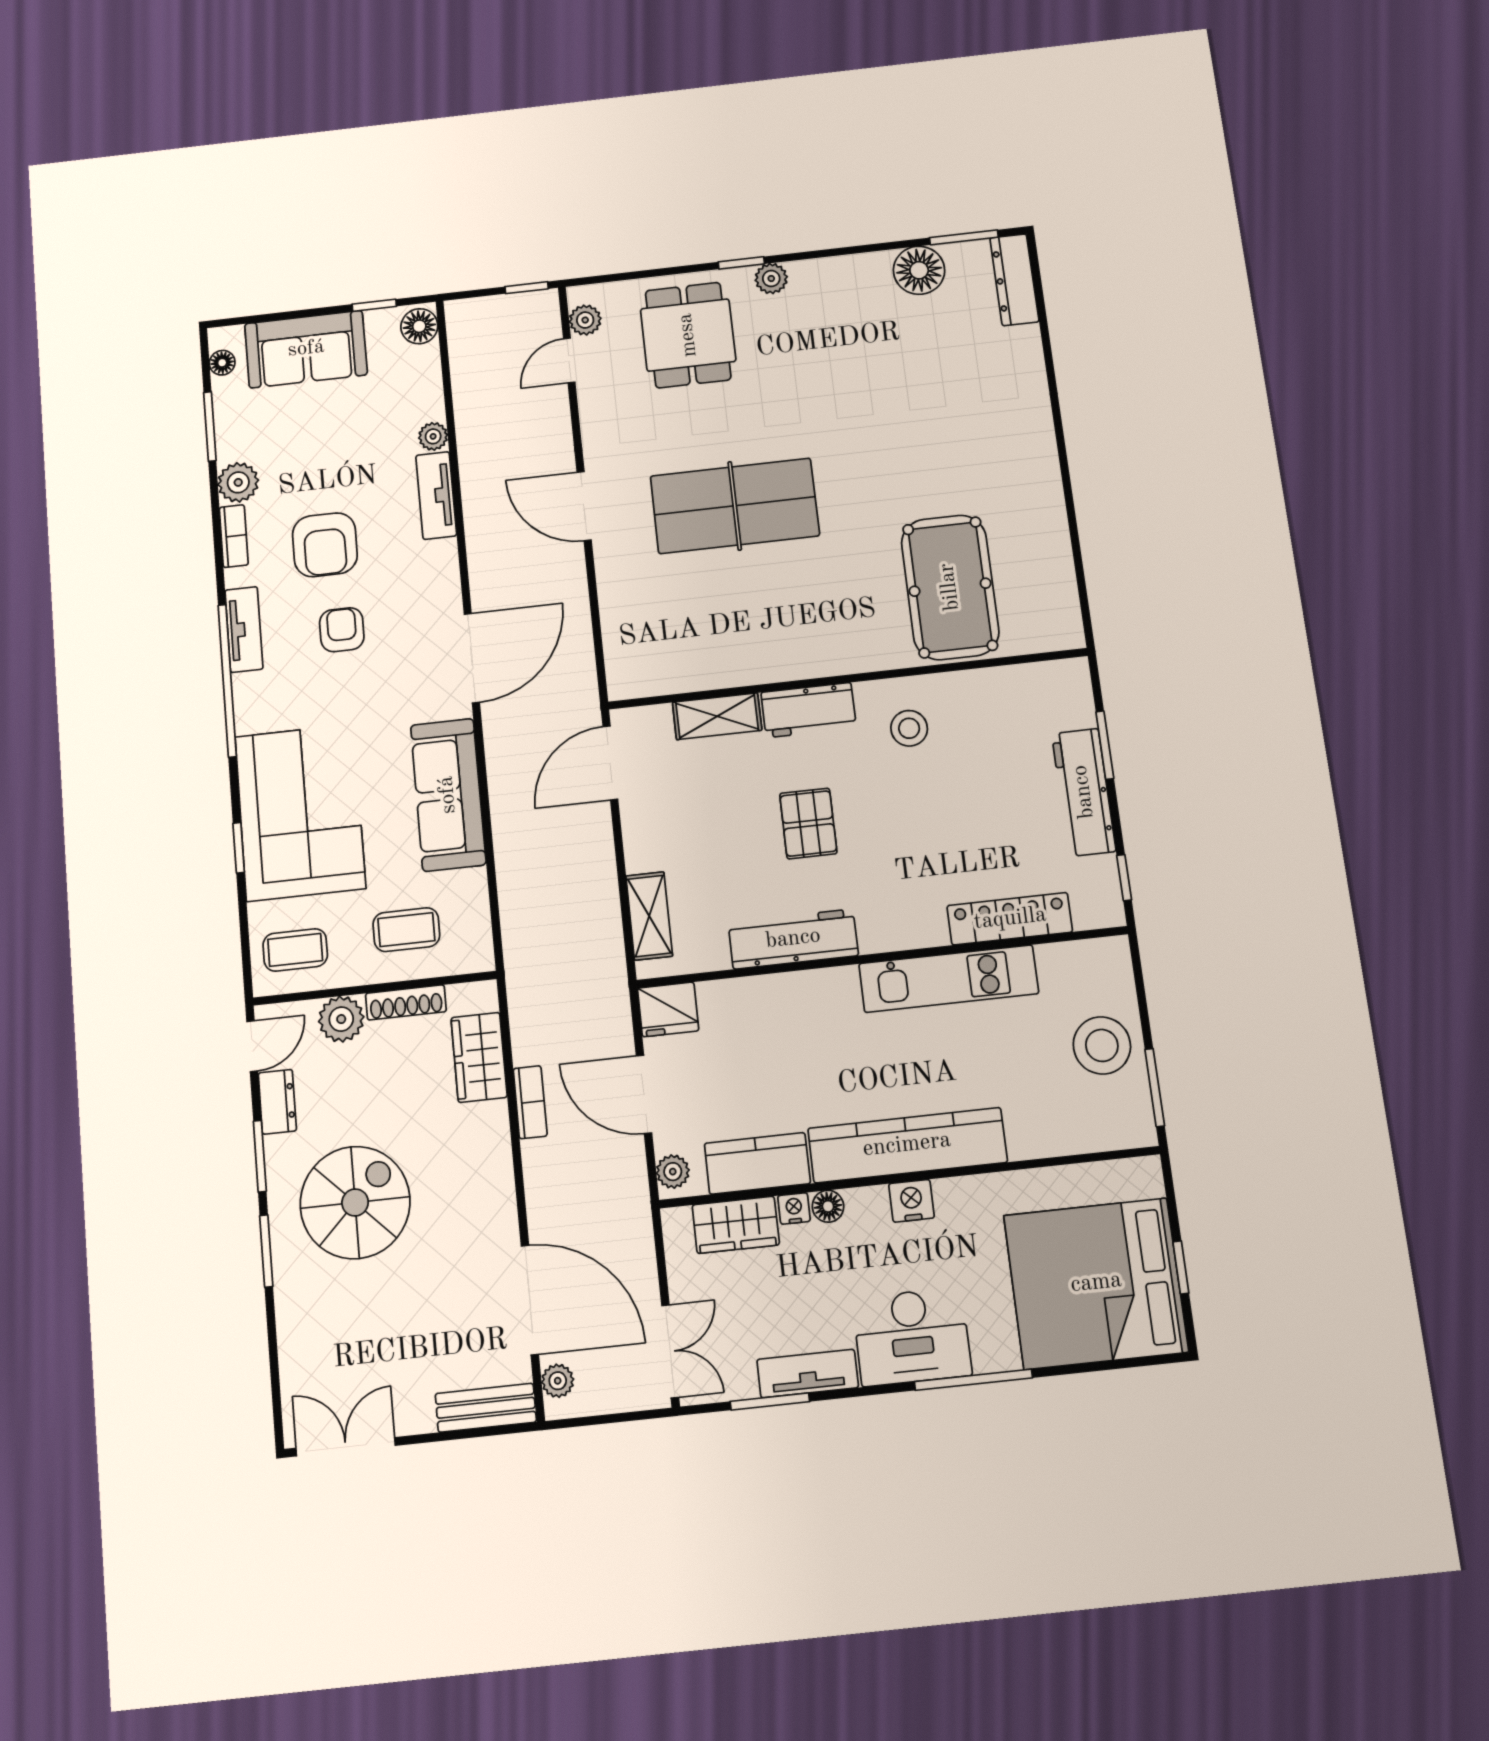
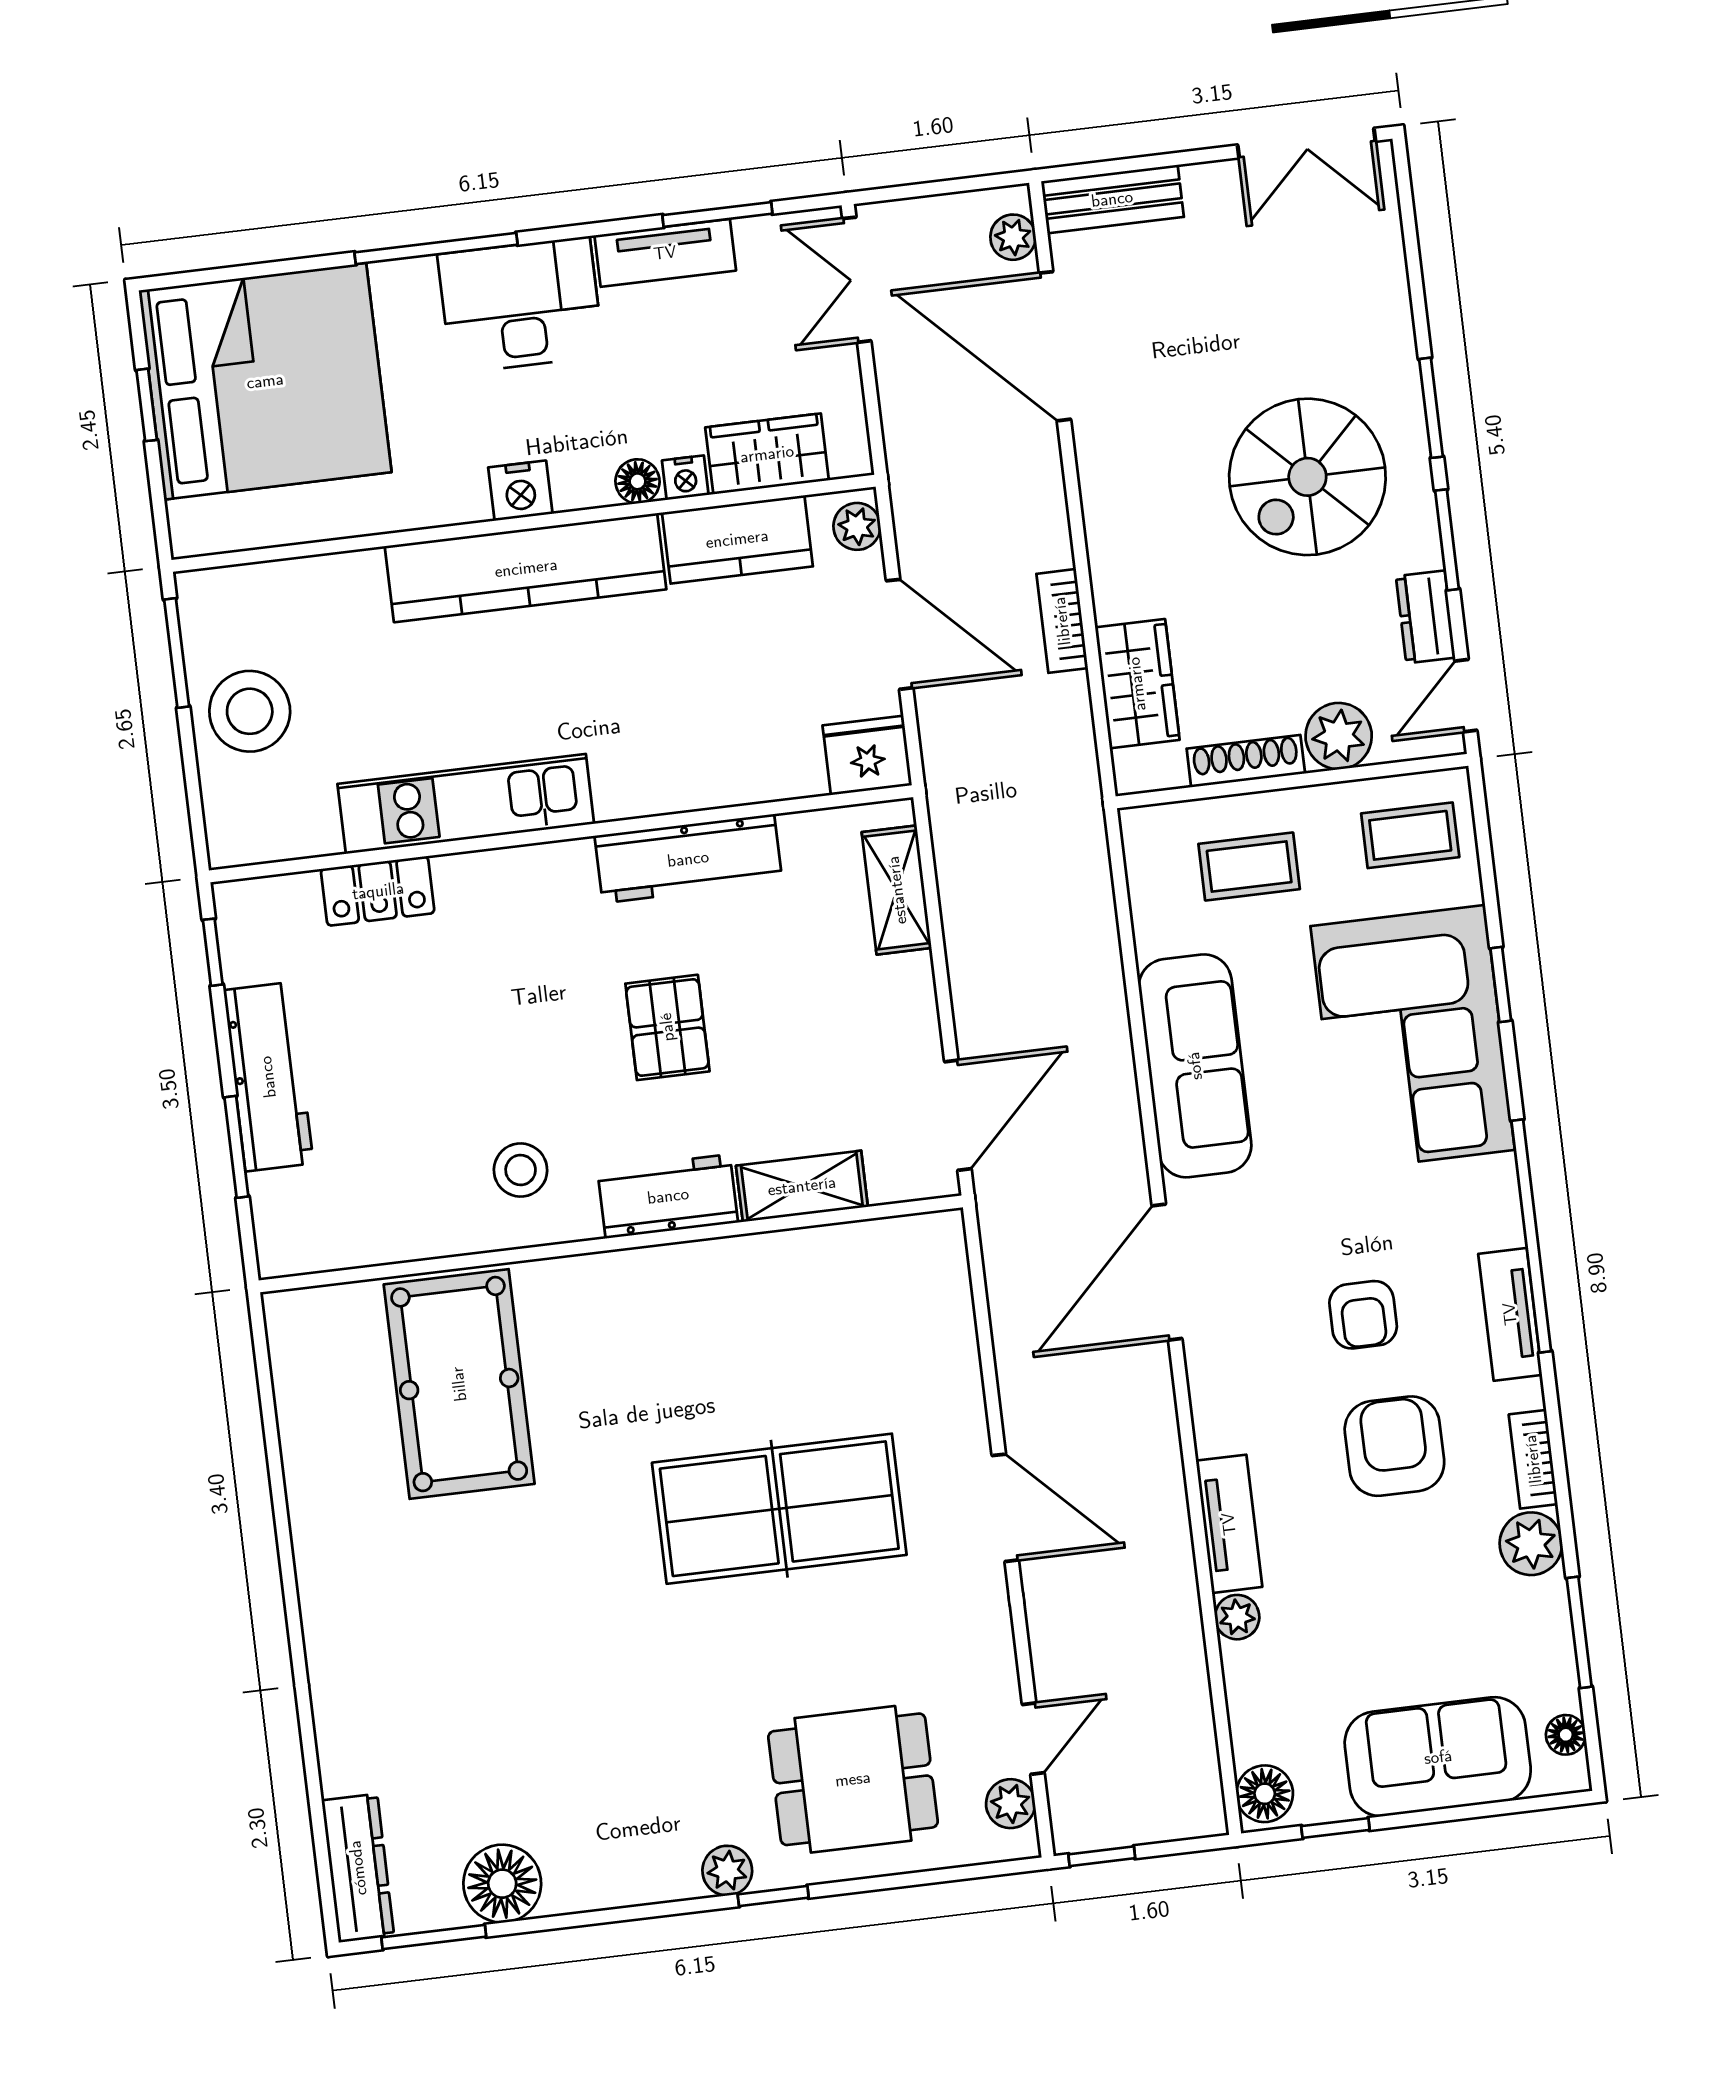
dining table: (688, 335) -> (853, 1779), turned 90
locker: (1010, 919) -> (378, 891), width x0.66

